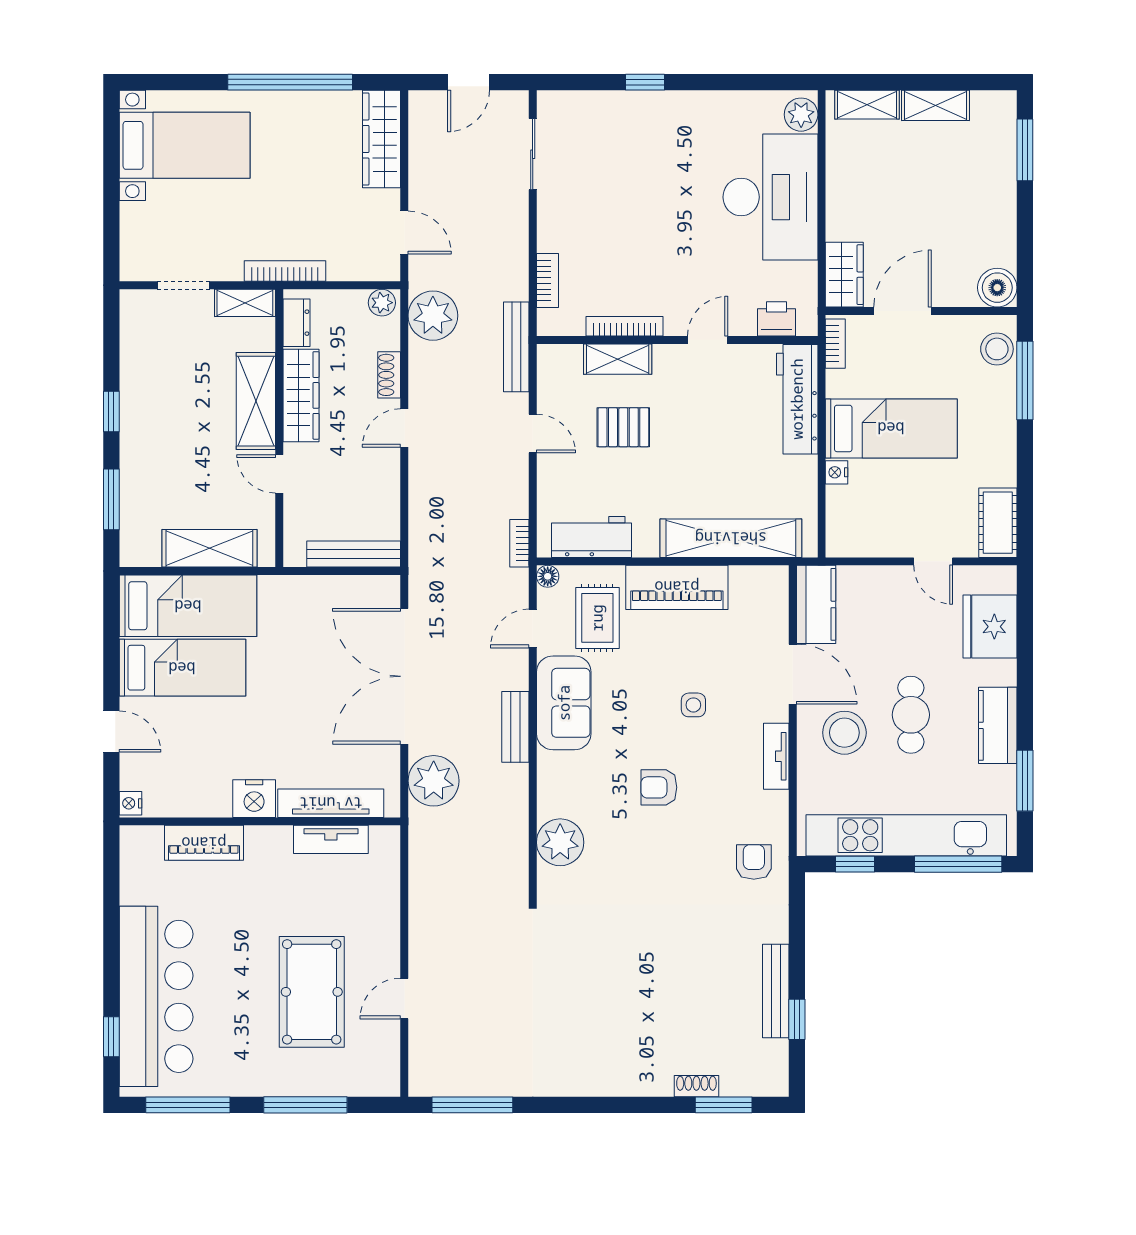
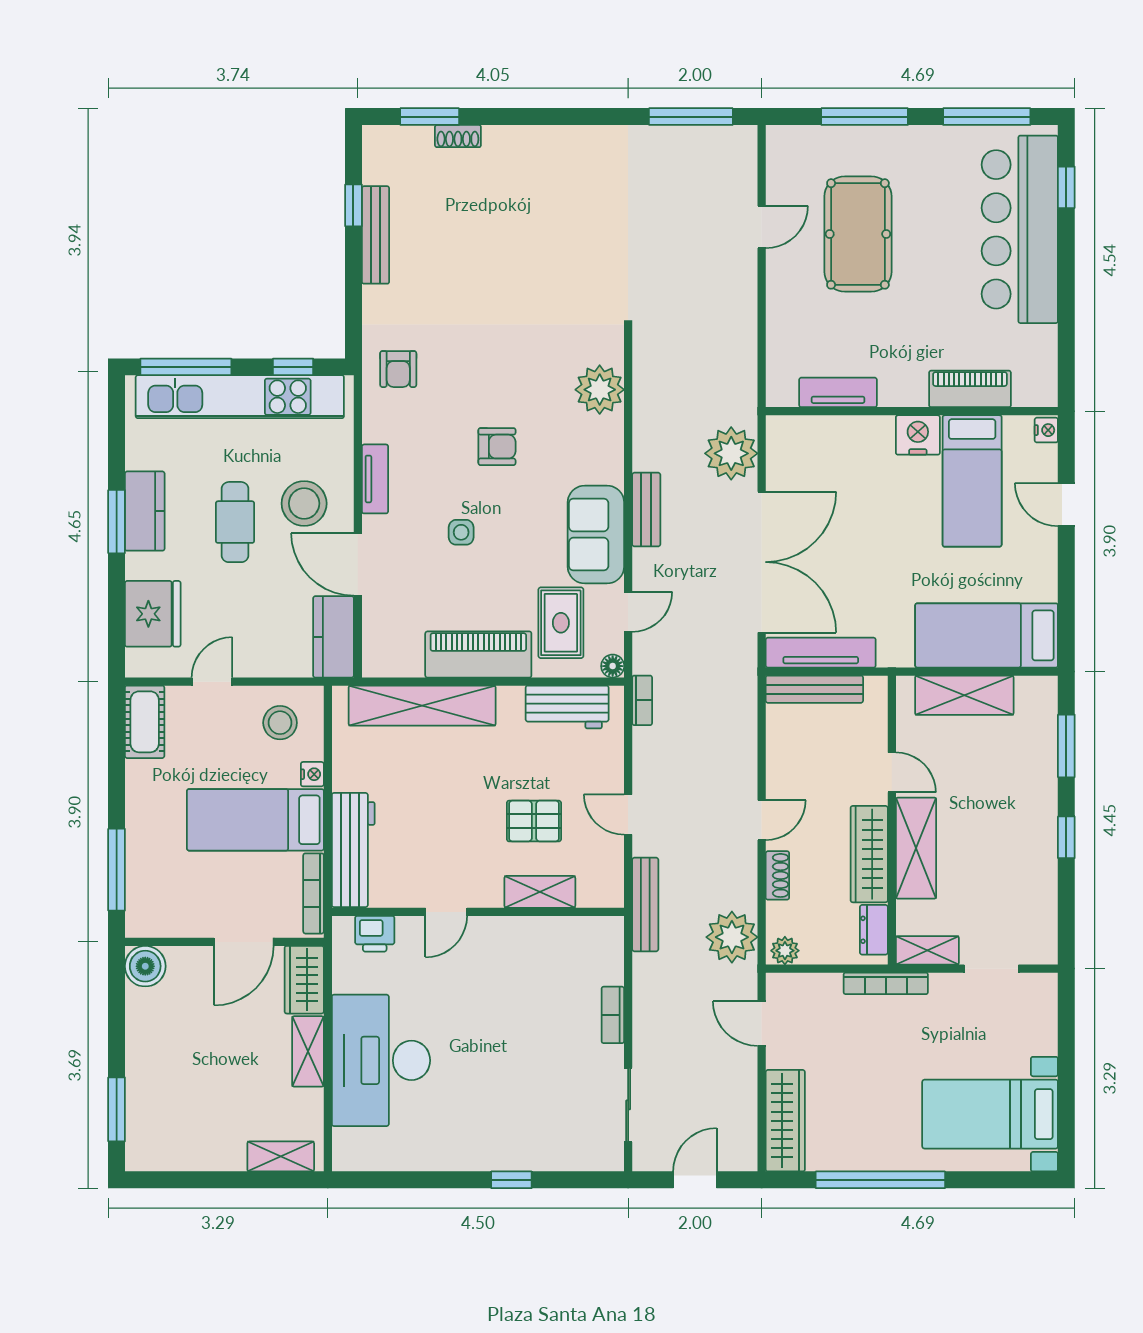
shelving: (936, 105) -> (308, 1051), moved, turned 90
plant: (801, 115) -> (349, 1146), removed
bookcase: (547, 280) -> (613, 1015), moved
bookcase: (625, 326) -> (533, 926), removed
bookcase: (835, 344) -> (314, 893), width x1.56
stool: (997, 349) -> (280, 723), moved
door: (933, 561) -> (212, 682), hinge flipped
bed: (182, 668) -> (972, 481), moved, turned -90
window: (1025, 781) -> (117, 522), moved
tv unit: (331, 803) -> (821, 653), moved, turned 180

